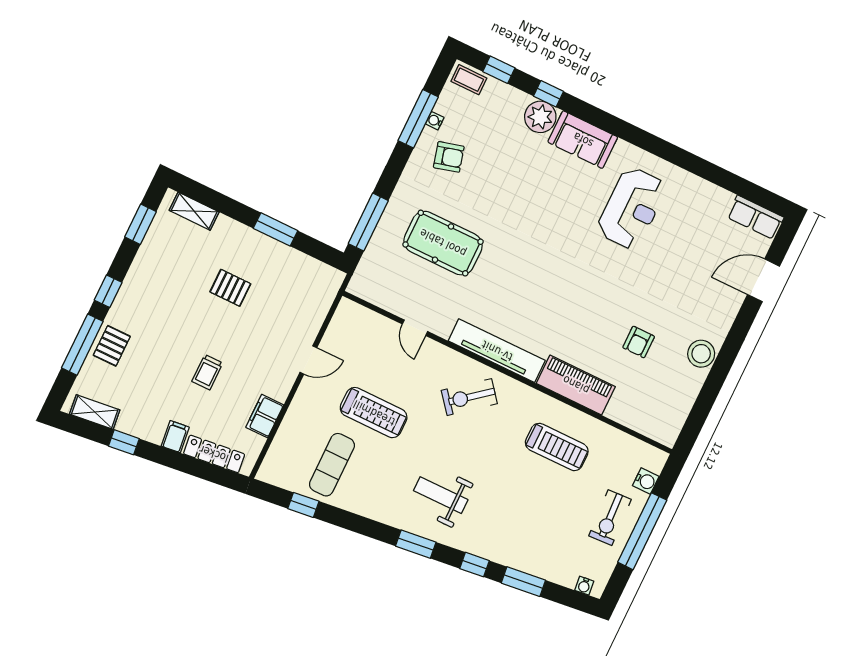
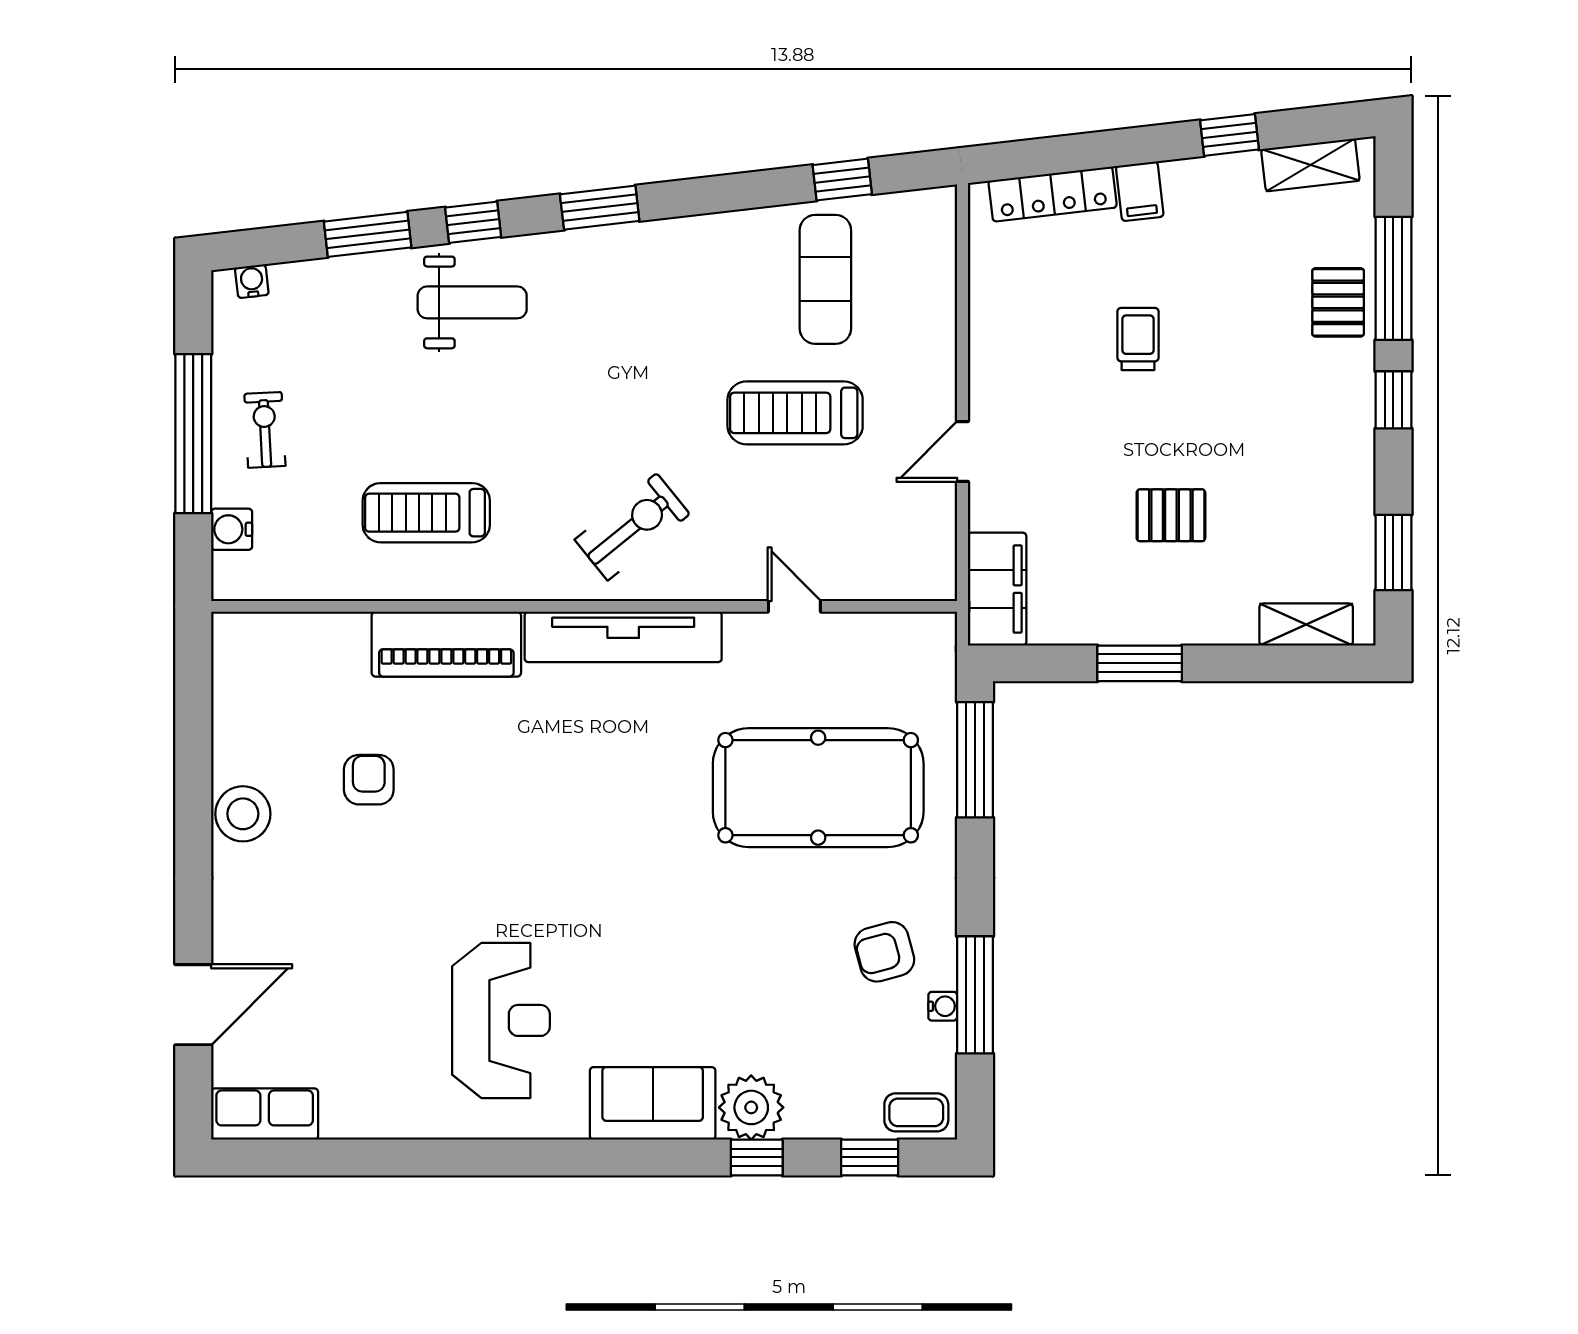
reception desk: (632, 208) -> (501, 1020), turned 180
pool table: (443, 243) -> (818, 788), width x1.36, depth x1.32
filing cabinet: (265, 416) -> (997, 589), moved, width x1.50, depth x1.17
weight bench: (441, 495) -> (472, 302), moved
exercise bike: (610, 518) -> (265, 430), width x0.73, depth x0.72

